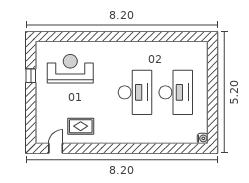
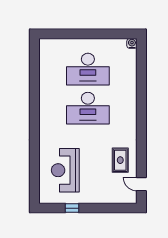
desk: (135, 92) -> (88, 108), turned 180
desk: (176, 92) -> (88, 69), turned 180

